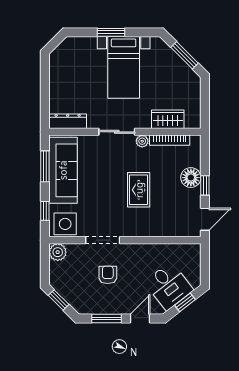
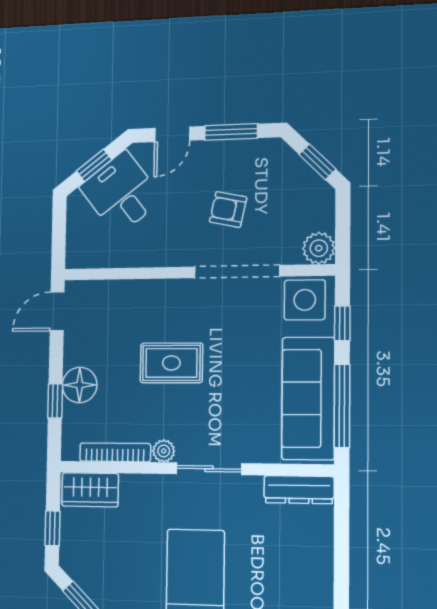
window: (205, 98) -> (52, 528), added
wardrobe: (168, 119) -> (90, 490), moved
window: (45, 166) -> (342, 406), width x1.44
window: (205, 185) -> (55, 401), moved
rug: (139, 190) -> (171, 363), turned 90
doorway: (103, 240) -> (237, 272), width x1.36
armchair: (108, 275) -> (228, 209), turned 102

